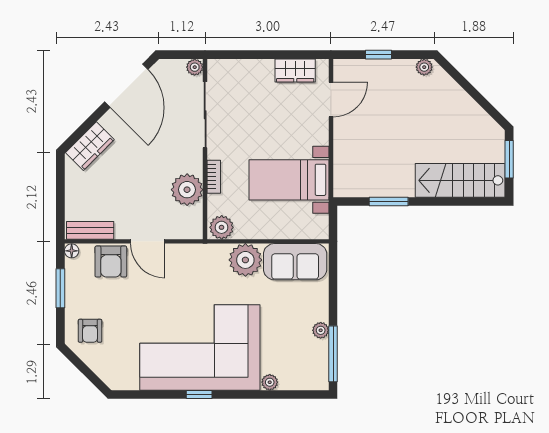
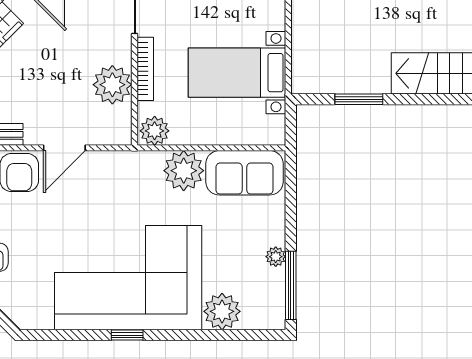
bookcase: (214, 177) -> (145, 69), width x1.56
door: (148, 241) -> (64, 148), hinge flipped
plant: (270, 382) -> (222, 311), width x1.88, depth x1.88

